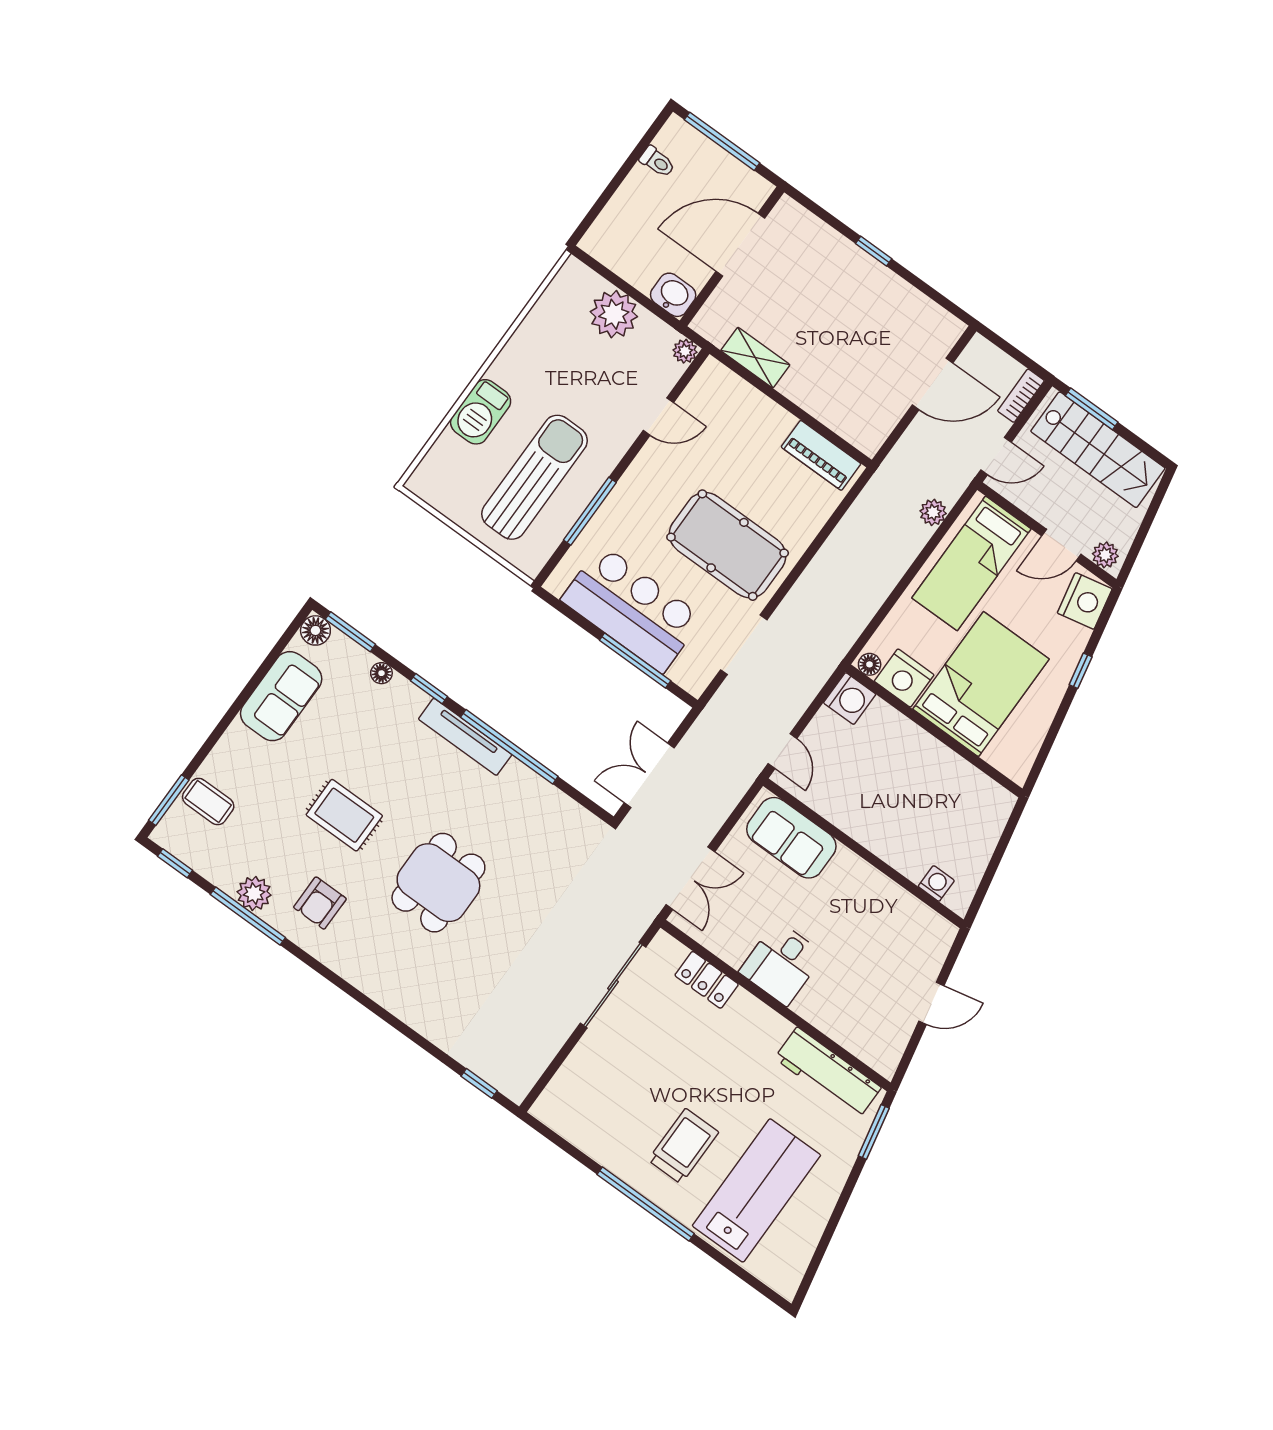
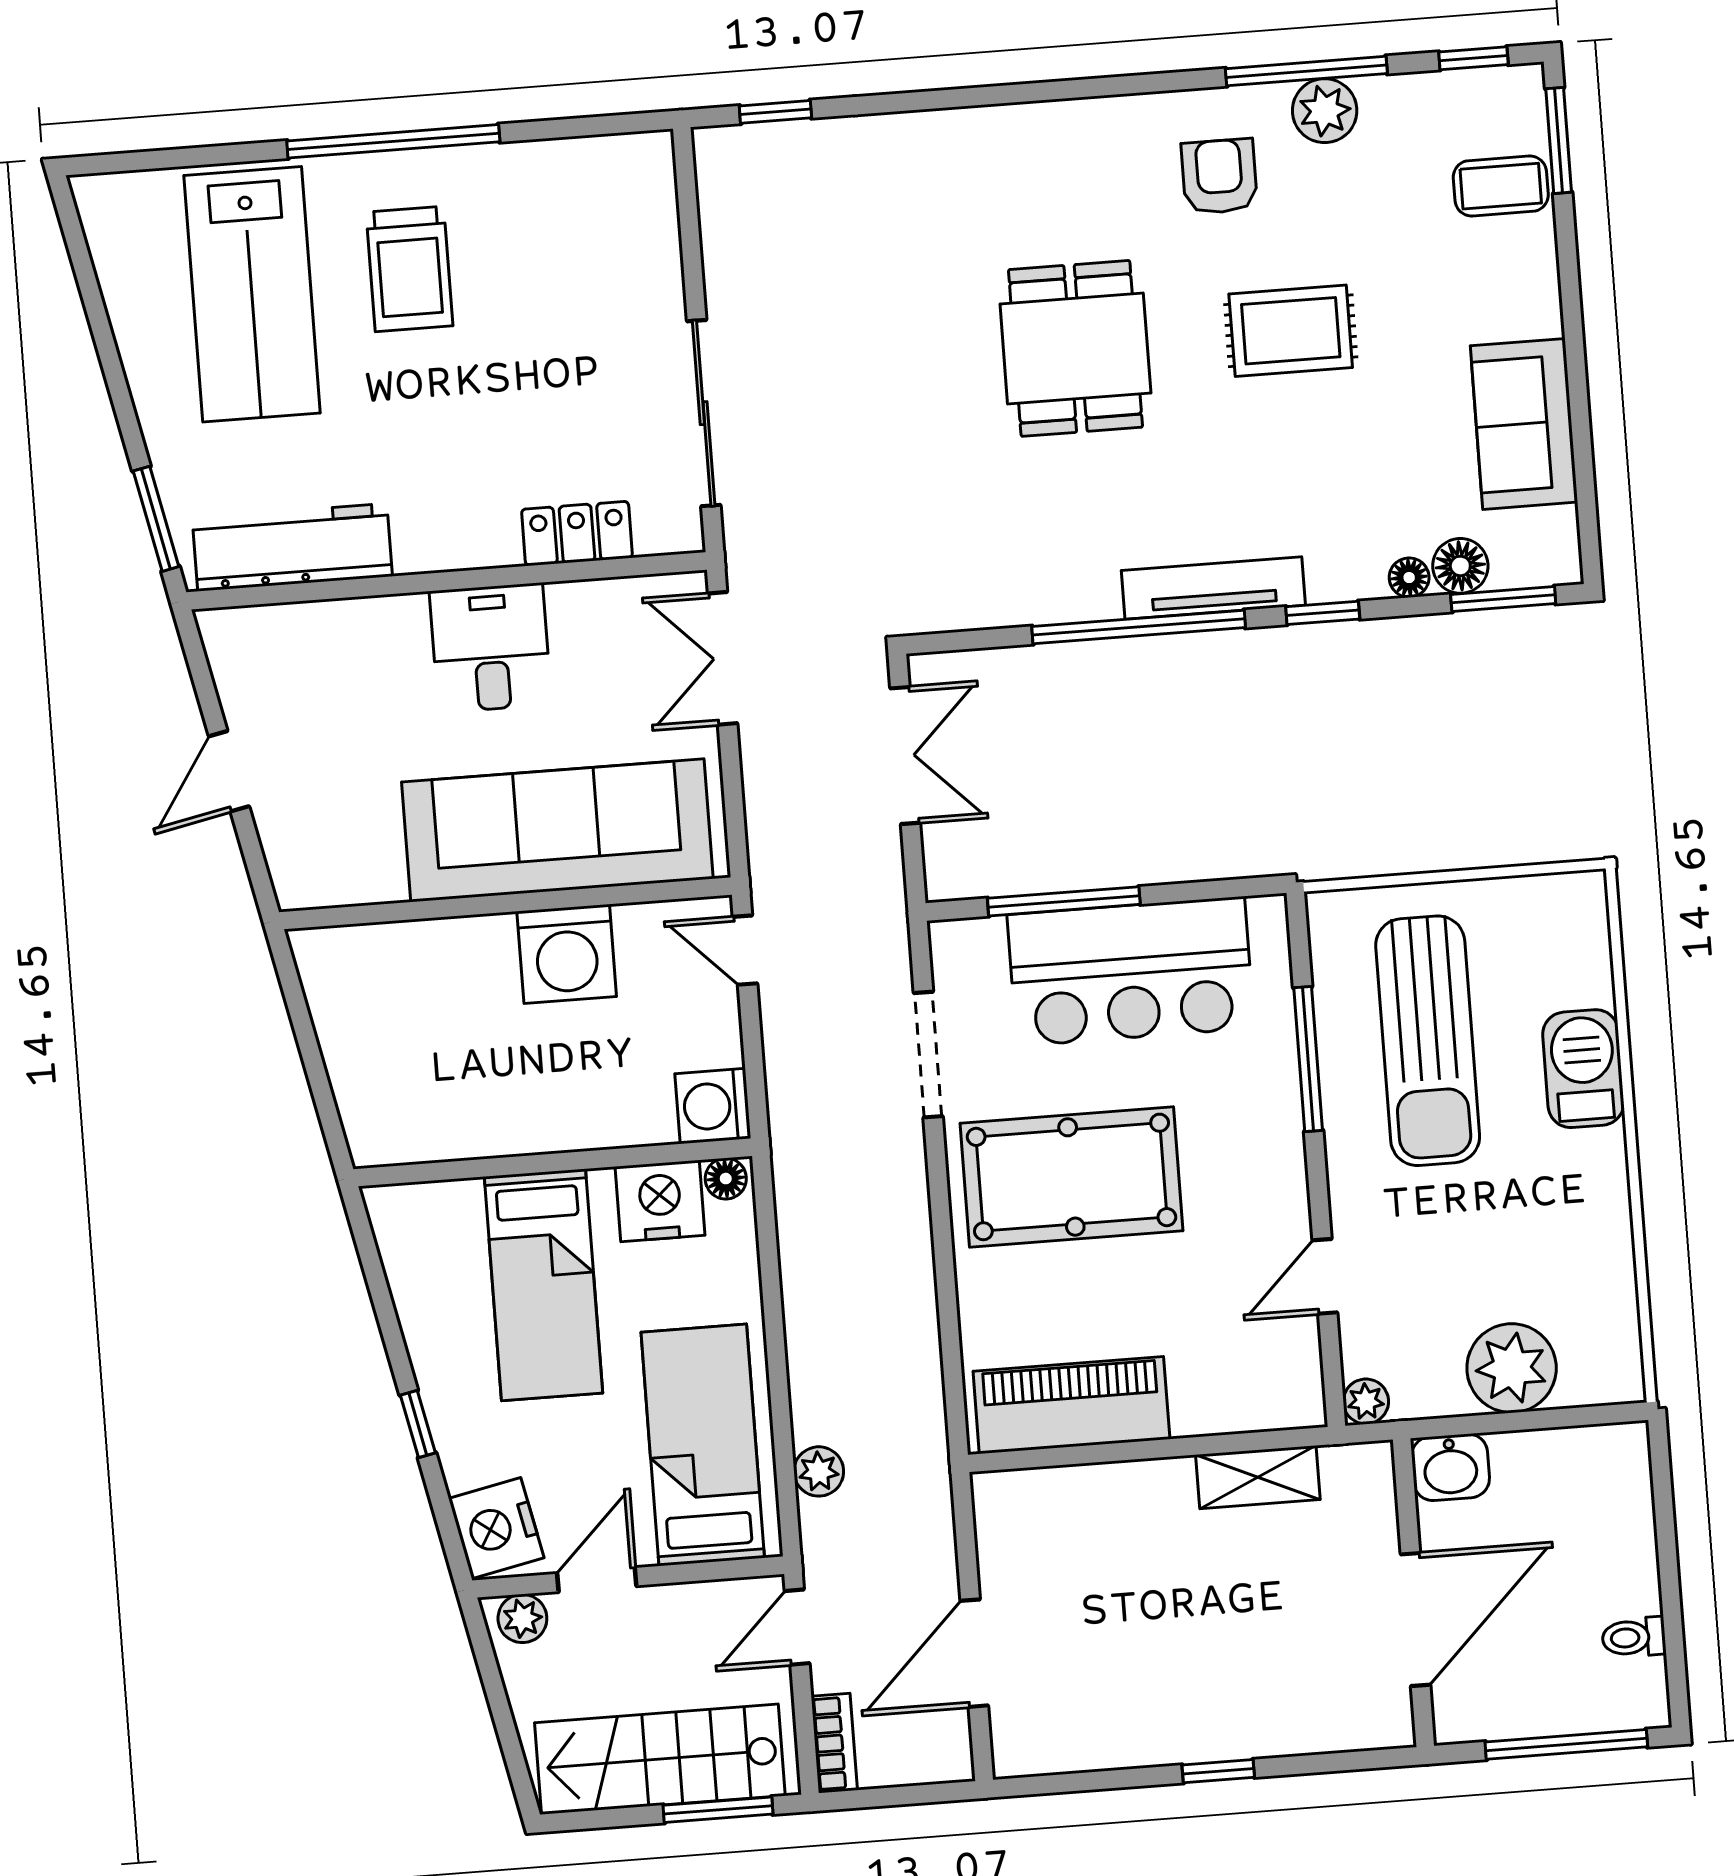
piano: (821, 455) -> (1071, 1405), width x1.37, depth x1.33
floor lamp: (315, 630) -> (1460, 566), moved
bed: (981, 684) -> (543, 1285), width x0.67
sofa: (791, 838) -> (557, 830), width x1.85, depth x1.27
washing machine: (936, 883) -> (567, 954), moved, width x1.89, depth x1.89

